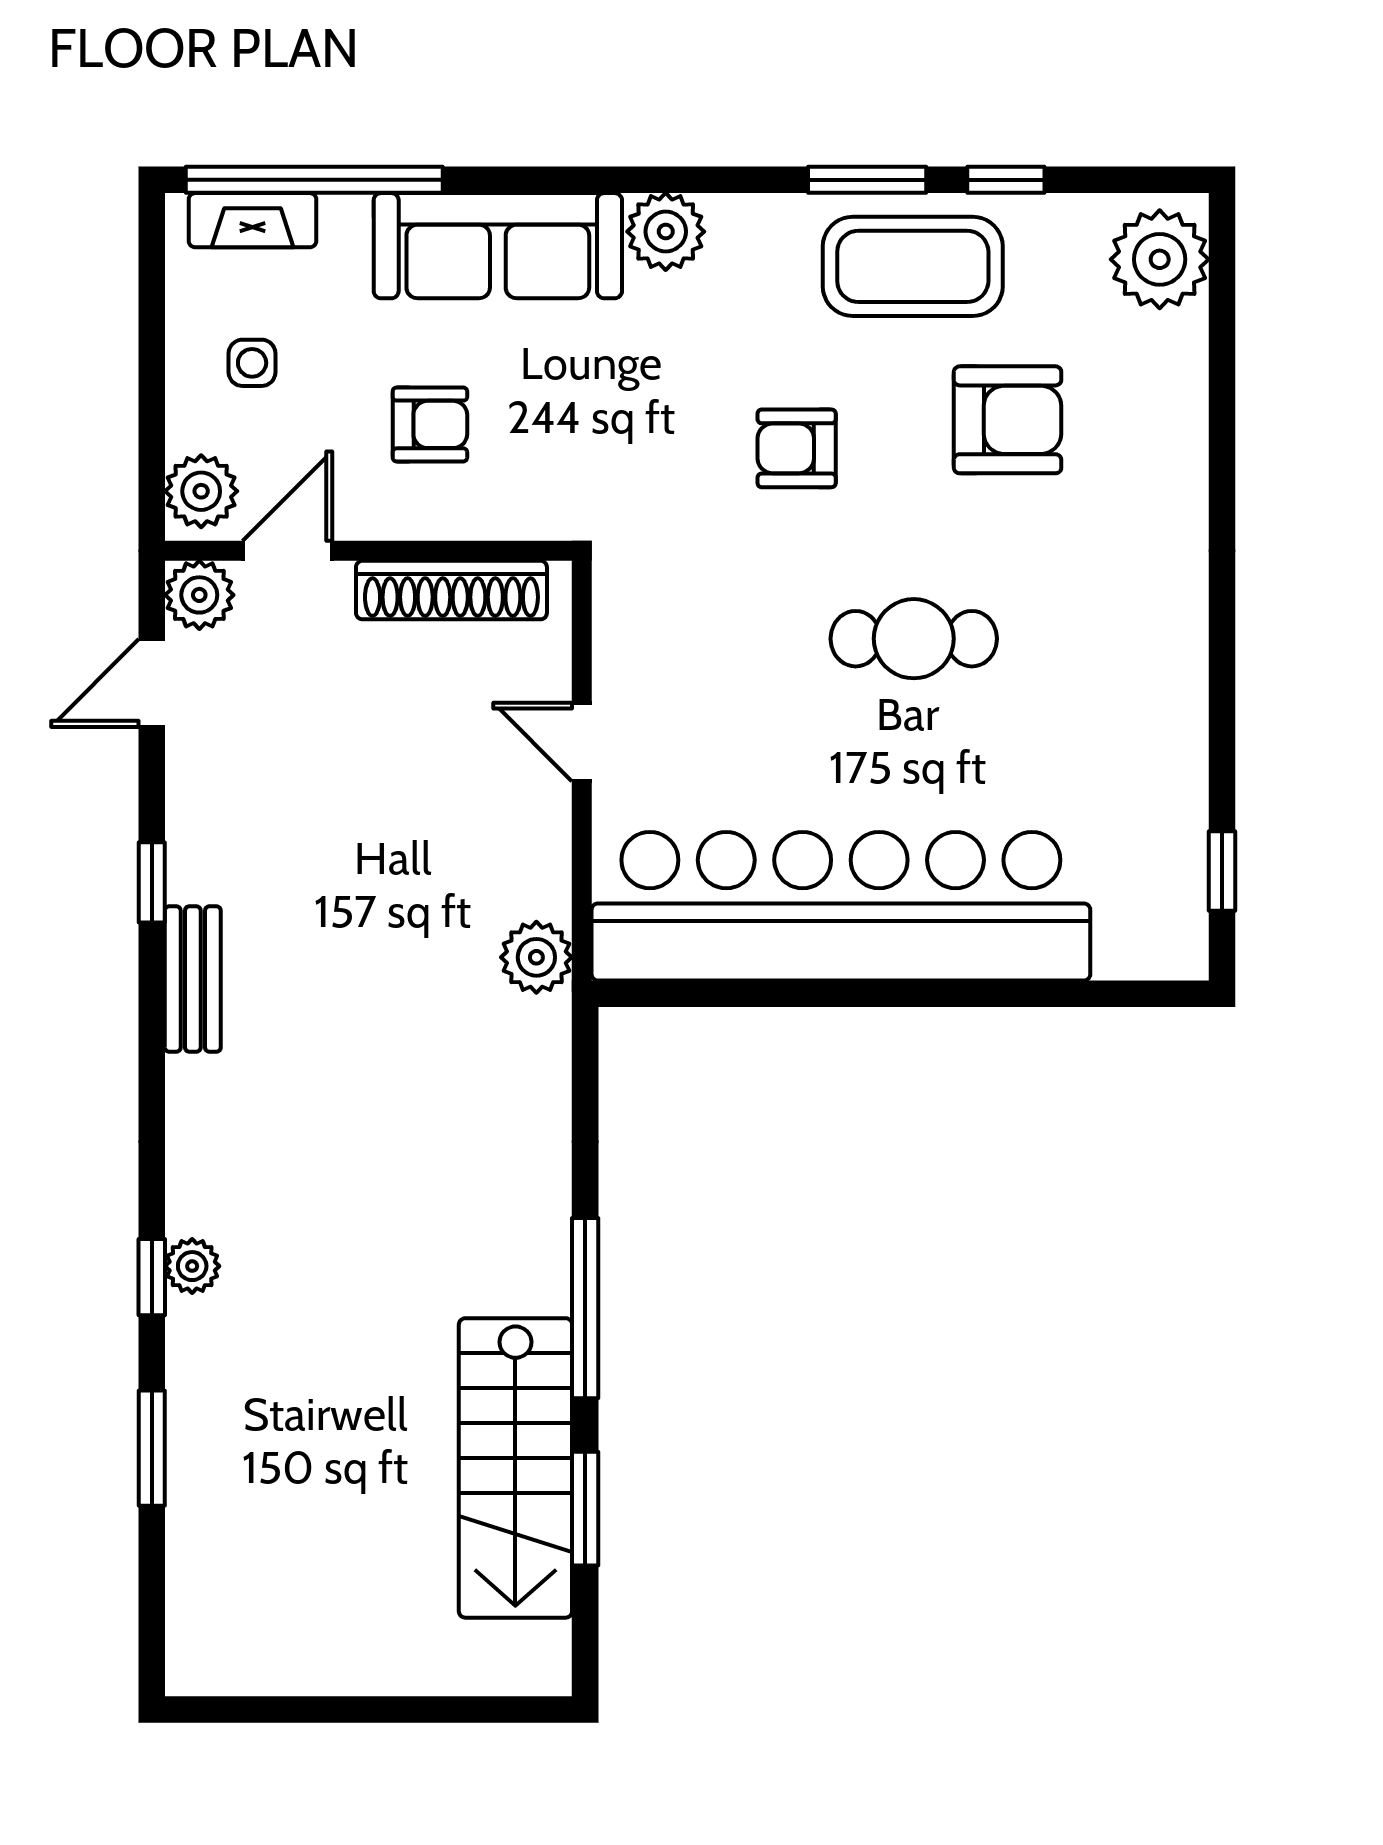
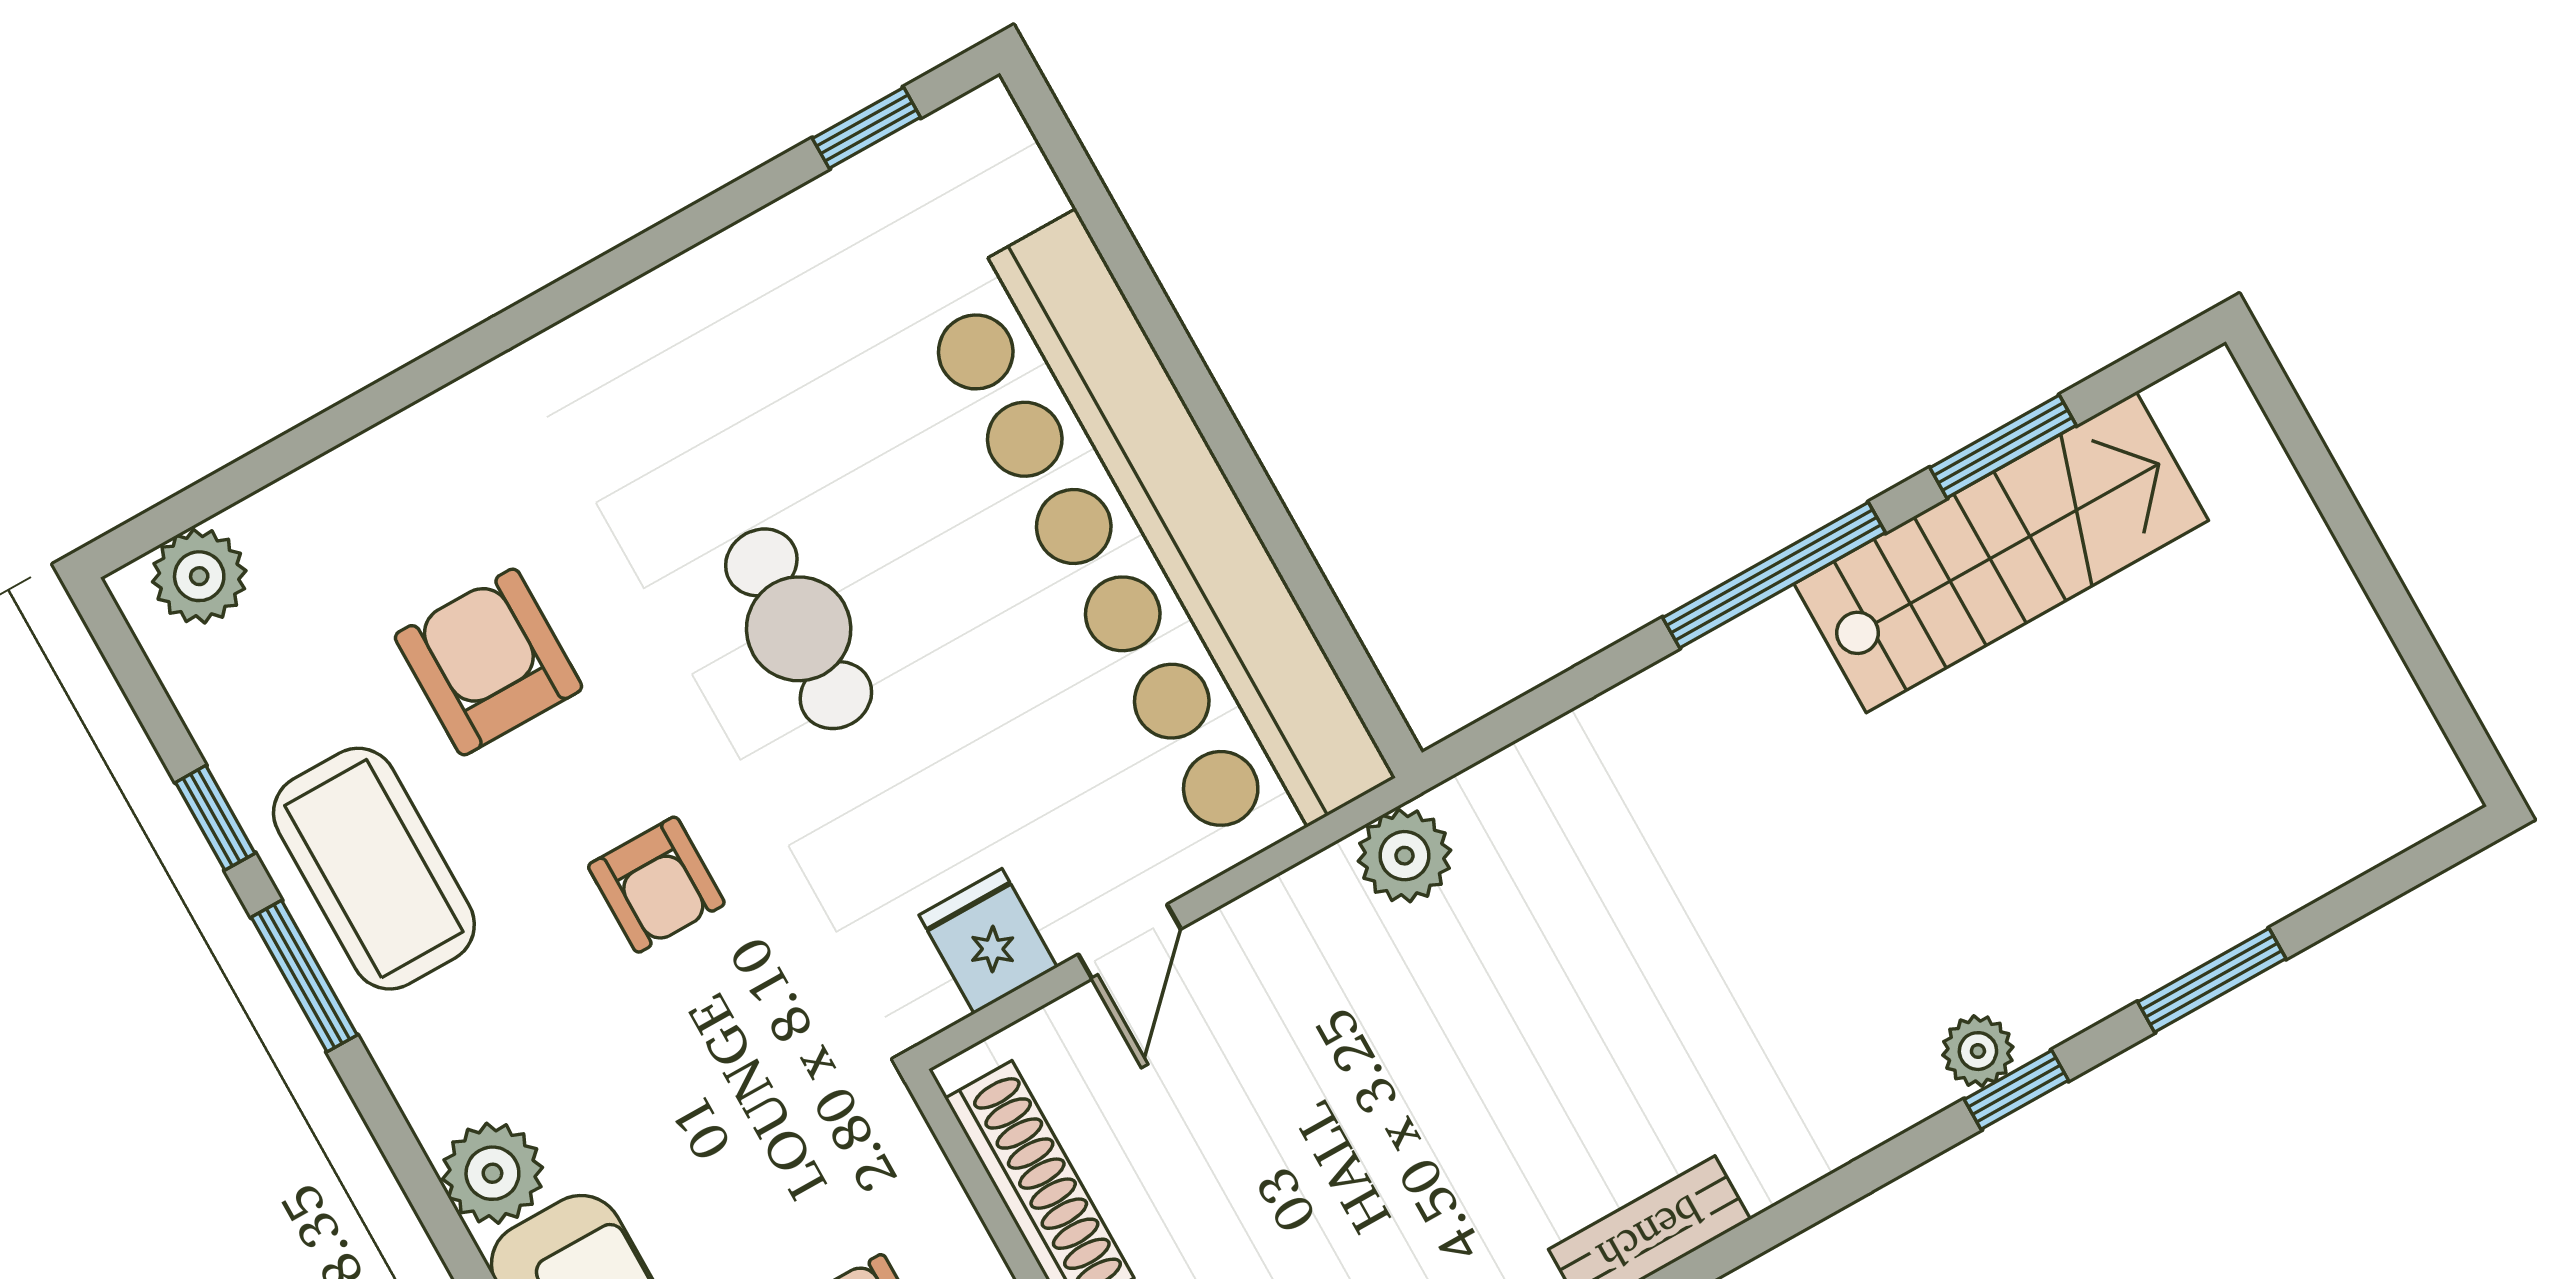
plant: (1160, 259) -> (199, 576), width x0.73, depth x0.73
fridge: (635, 648) -> (988, 941), added

